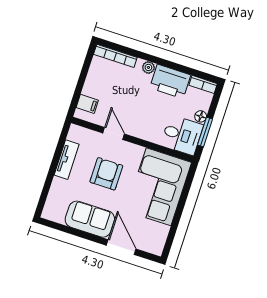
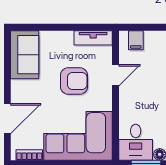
tv unit: (67, 160) -> (93, 38), moved
sofa: (90, 219) -> (25, 55), moved
bookcase: (162, 238) -> (29, 155), added

